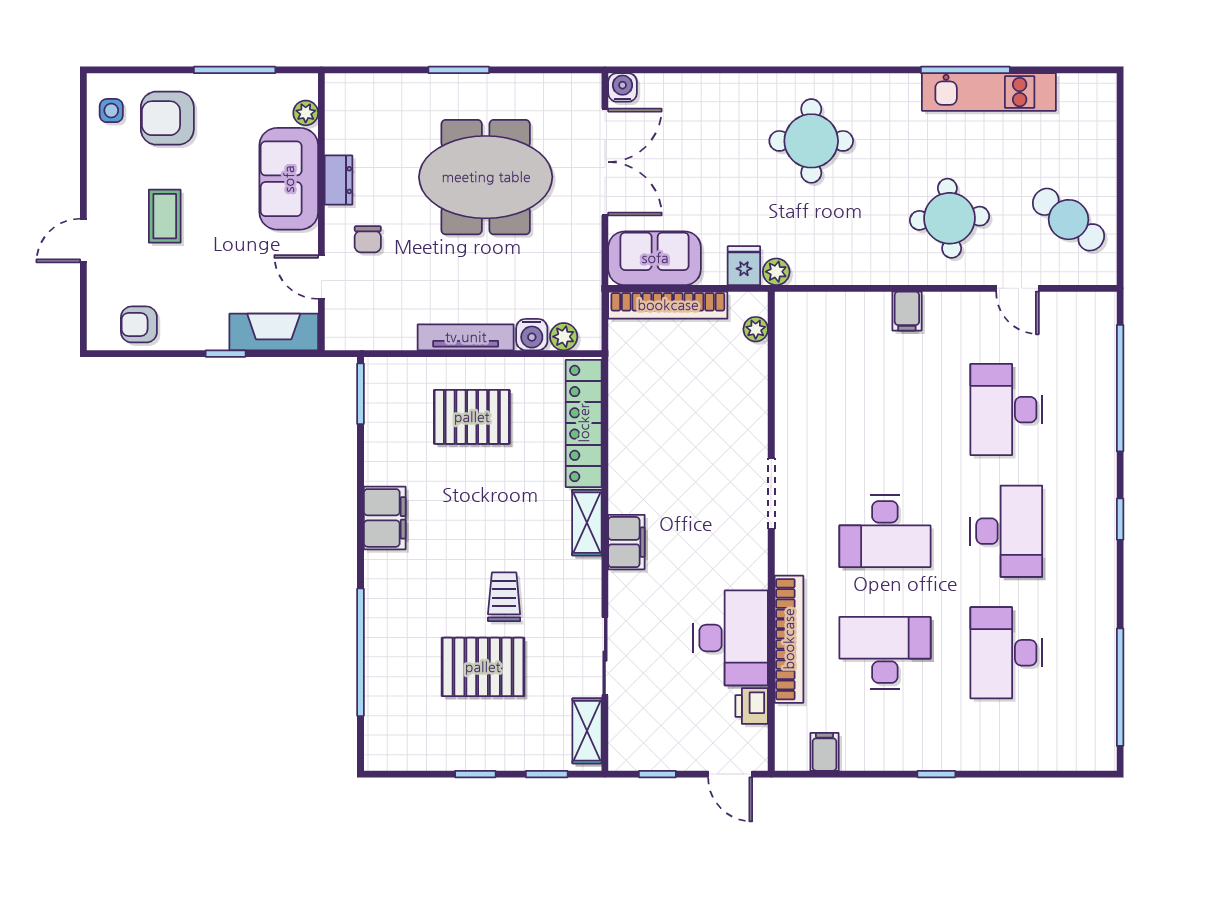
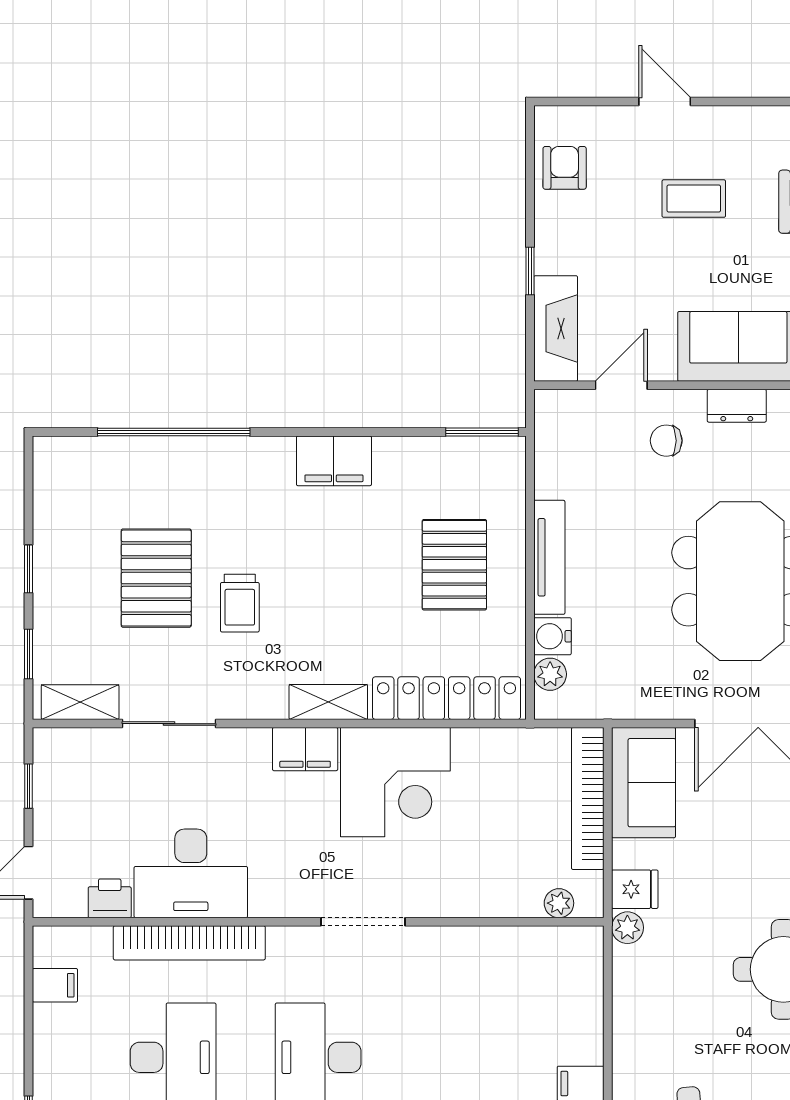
corner desk: (654, 466) -> (395, 782), added
trolley: (504, 597) -> (240, 603), turned 90

